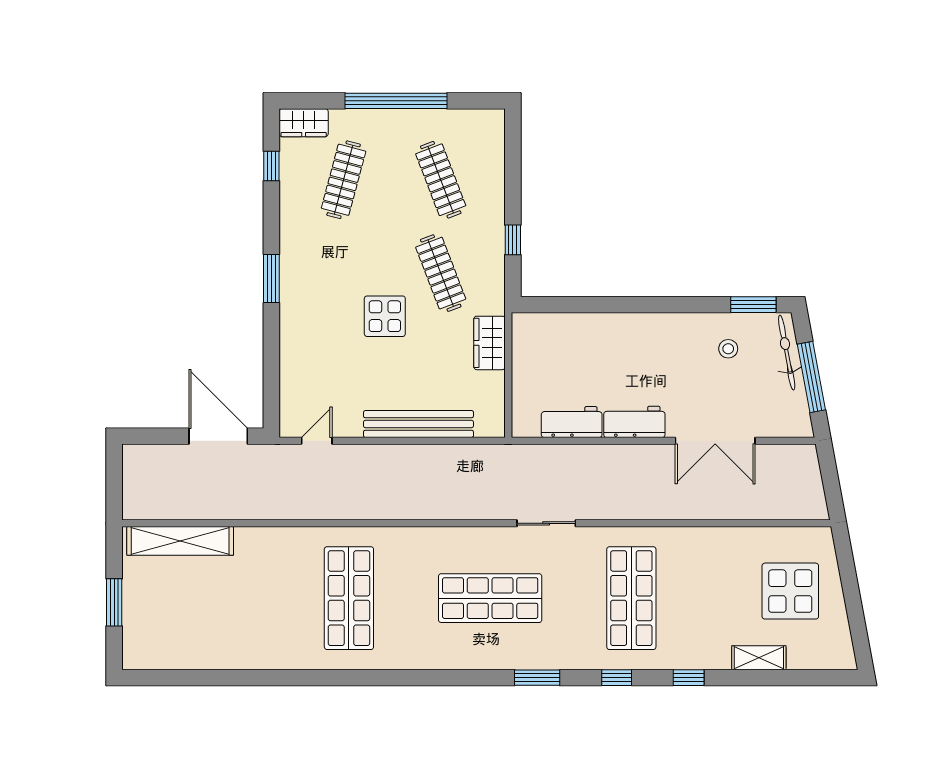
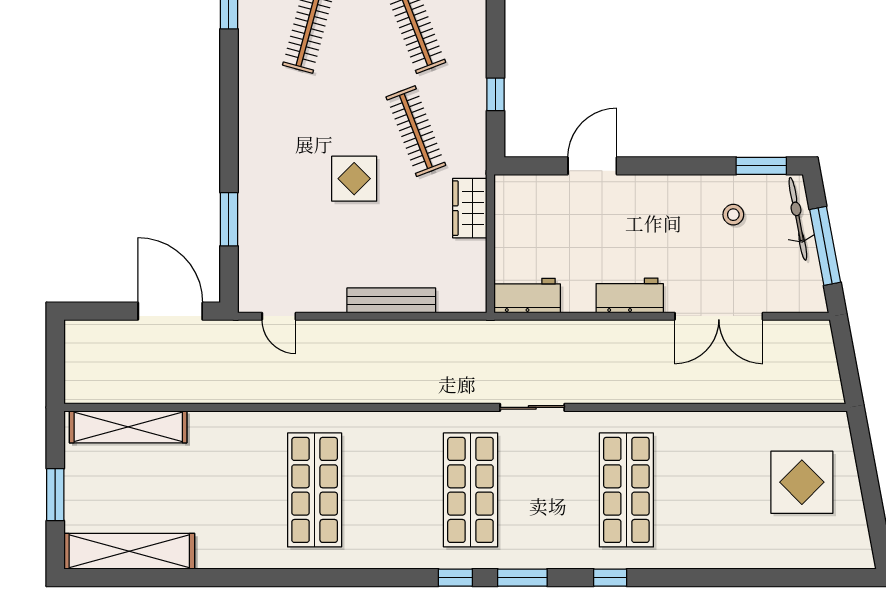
window: (271, 279) -> (229, 219), moved
door: (601, 305) -> (592, 166), added
workbench: (572, 422) -> (527, 296), moved
bench: (418, 424) -> (391, 300), width x0.73, depth x0.82
door: (317, 441) -> (279, 316), swing flipped
shop shelf: (490, 598) -> (470, 490), turned 90
shelving: (759, 658) -> (129, 551), moved, width x2.20, depth x1.33
window: (689, 678) -> (455, 578), moved

